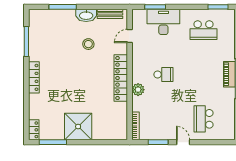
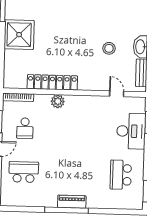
school desk: (163, 74) -> (25, 128), moved
locker: (121, 78) -> (52, 82), moved

